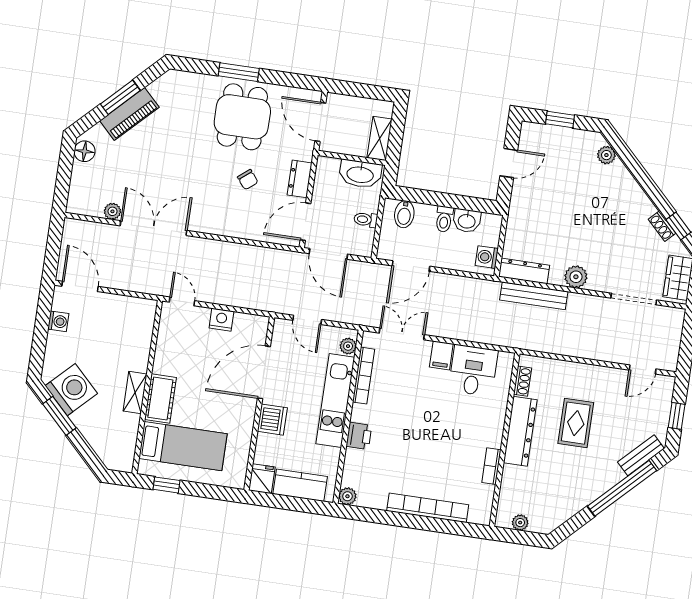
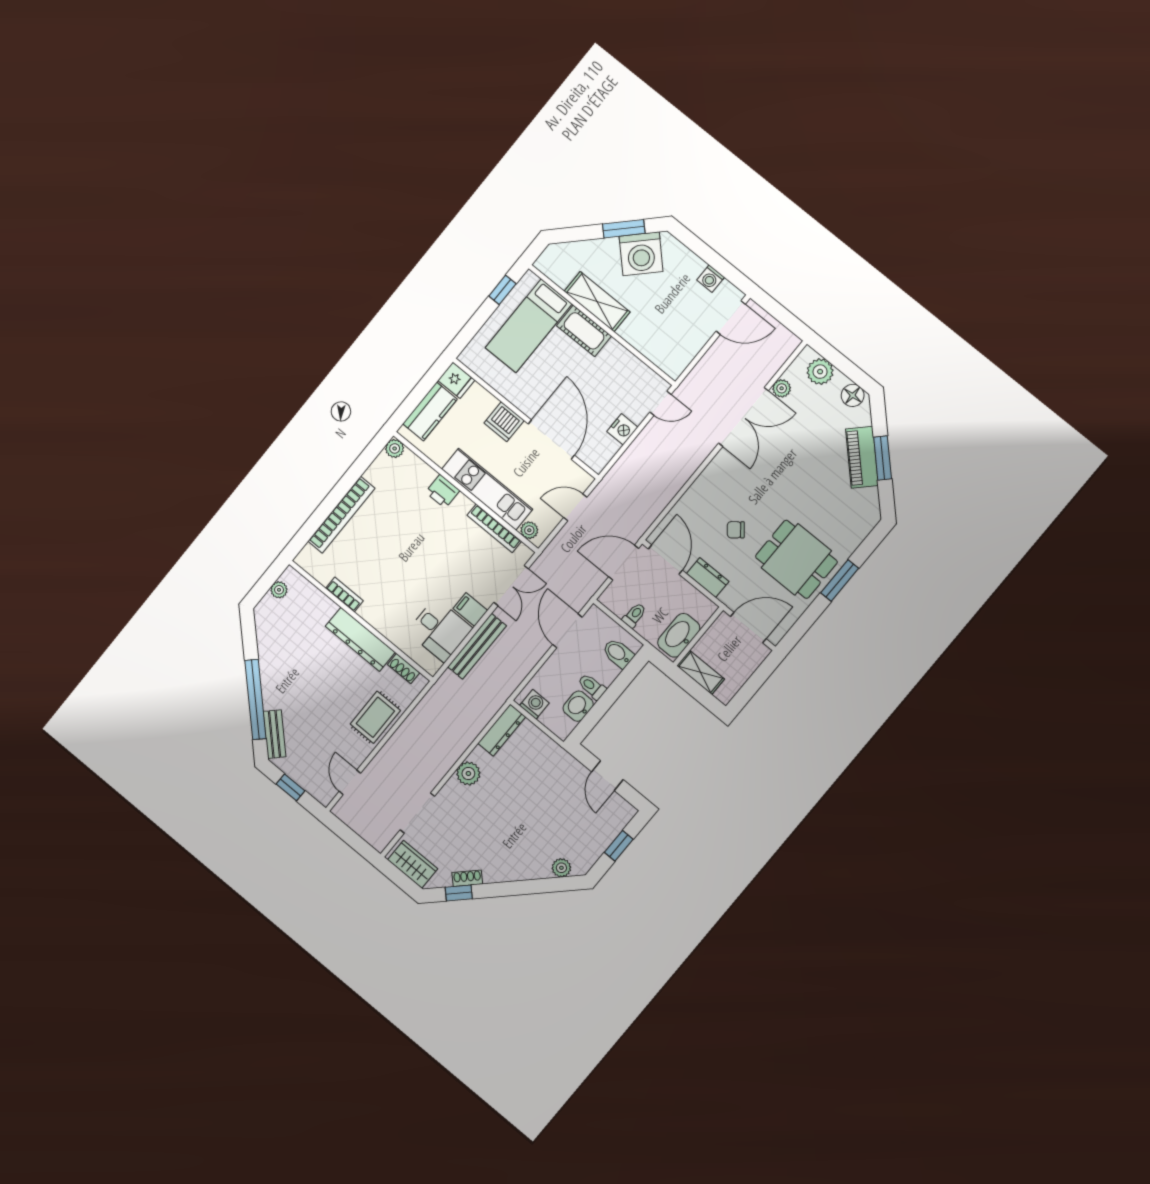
plant: (81, 189) -> (820, 372), added
bench: (534, 296) -> (477, 646), moved
shelving: (135, 393) -> (597, 302), width x1.50, depth x1.33
rug: (576, 423) -> (375, 717), moved, turned 90

